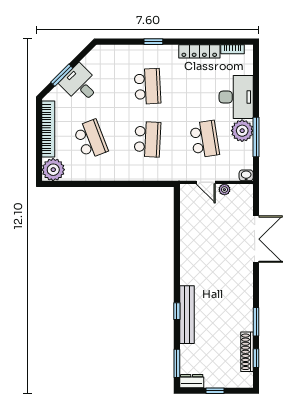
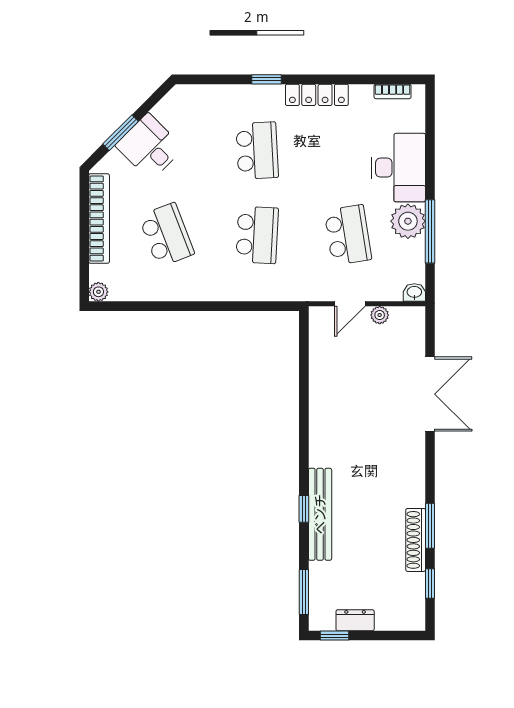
locker: (199, 51) -> (317, 95), moved
plant: (53, 170) -> (98, 292), width x0.53, depth x0.53
door: (206, 182) -> (350, 304), hinge flipped
shoe rack: (247, 352) -> (416, 540), moved
dresser: (192, 381) -> (355, 620), moved
window: (215, 391) -> (335, 636), moved

